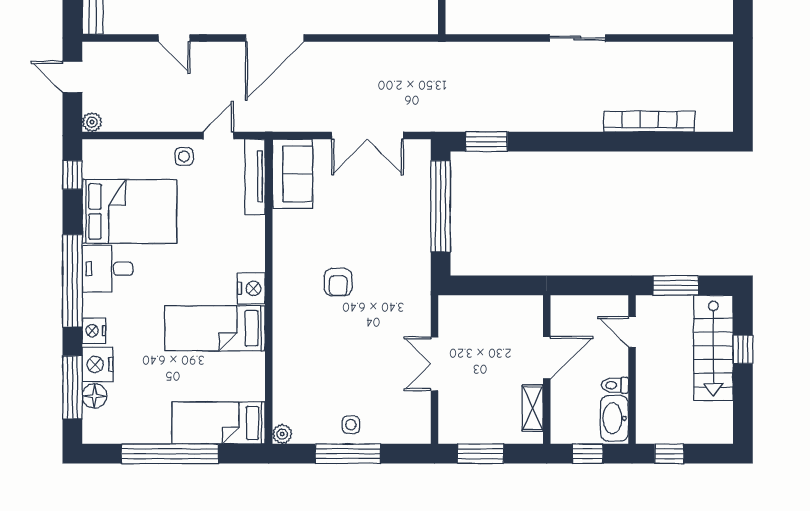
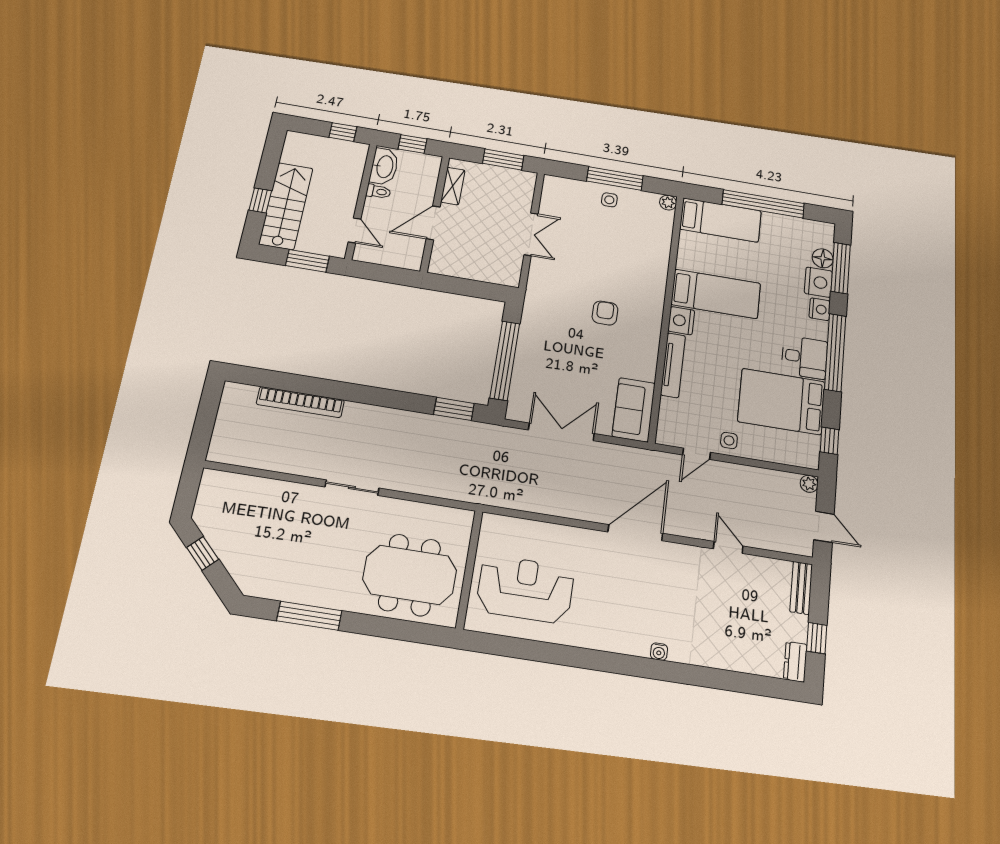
tv unit: (255, 177) -> (673, 365), moved

